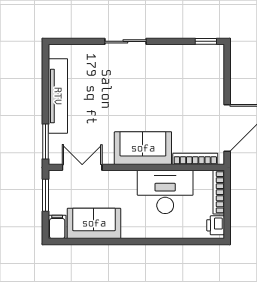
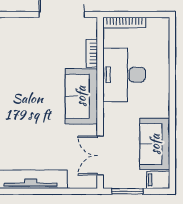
window: (45, 141) -> (75, 191), removed
bookcase: (195, 159) -> (92, 53), width x0.64
printer: (216, 225) -> (156, 26), removed

